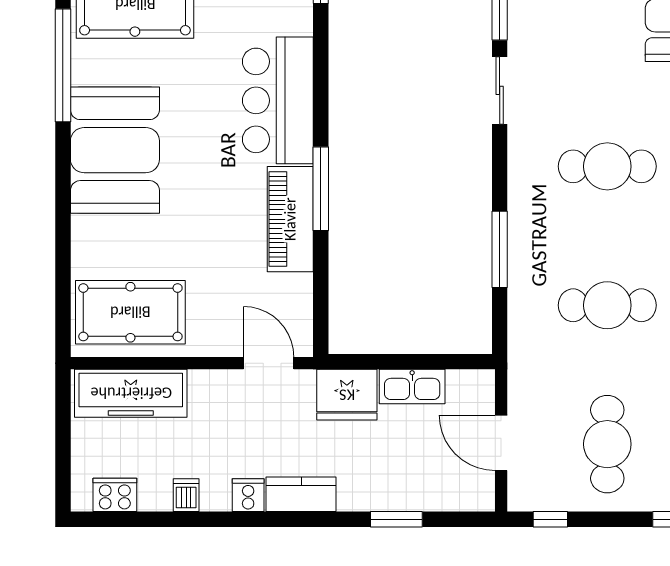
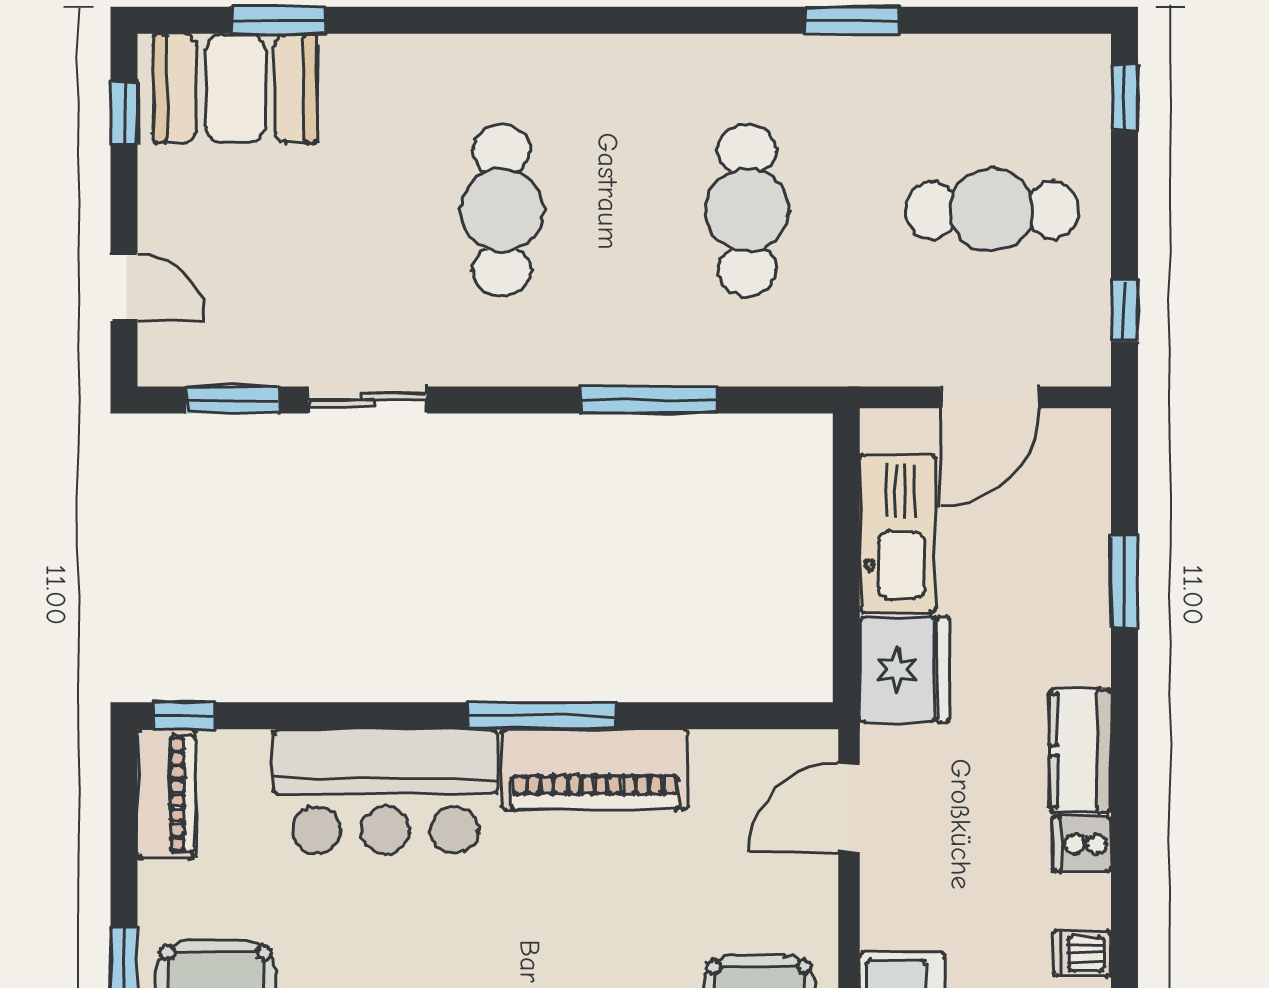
kitchen sink: (412, 387) -> (898, 533), width x1.36, depth x1.24

